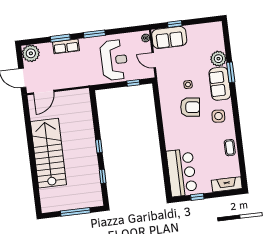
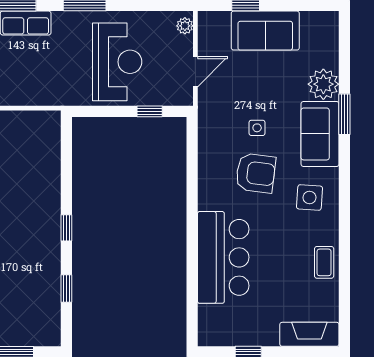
sofa: (169, 37) -> (265, 31), moved
door: (154, 60) -> (195, 72), swing flipped
bar counter: (182, 173) -> (223, 257), moved

